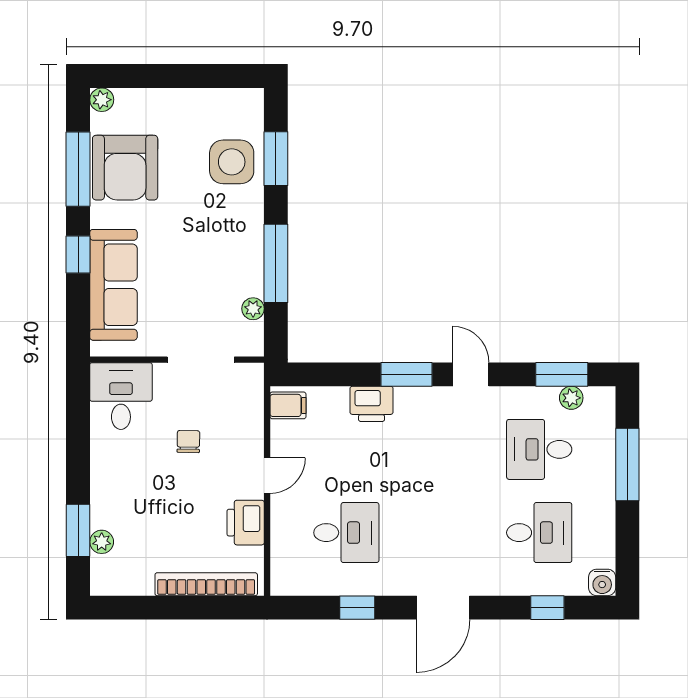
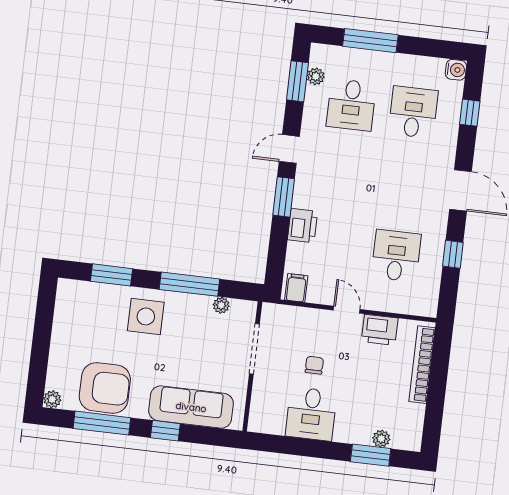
side table: (232, 162) -> (146, 316), moved
desk: (121, 396) -> (311, 414), moved, turned -90
chair: (188, 442) -> (314, 365), turned 89

